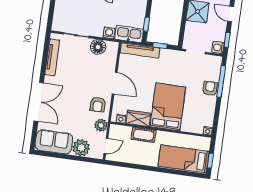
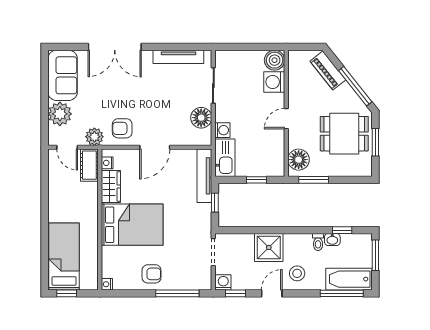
window: (146, 24) -> (257, 180), moved
armchair: (210, 88) -> (152, 274), moved
cot: (144, 135) -> (89, 165), moved

